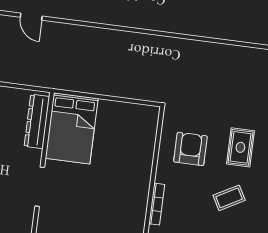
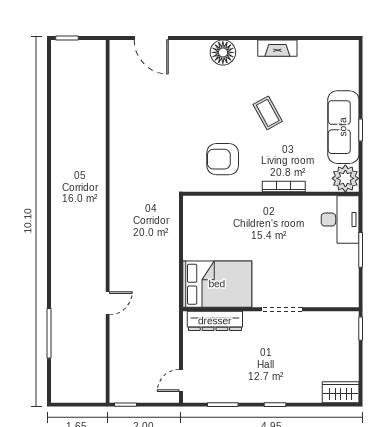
door: (31, 17) -> (108, 303), moved
rug: (240, 147) -> (214, 108), removed

